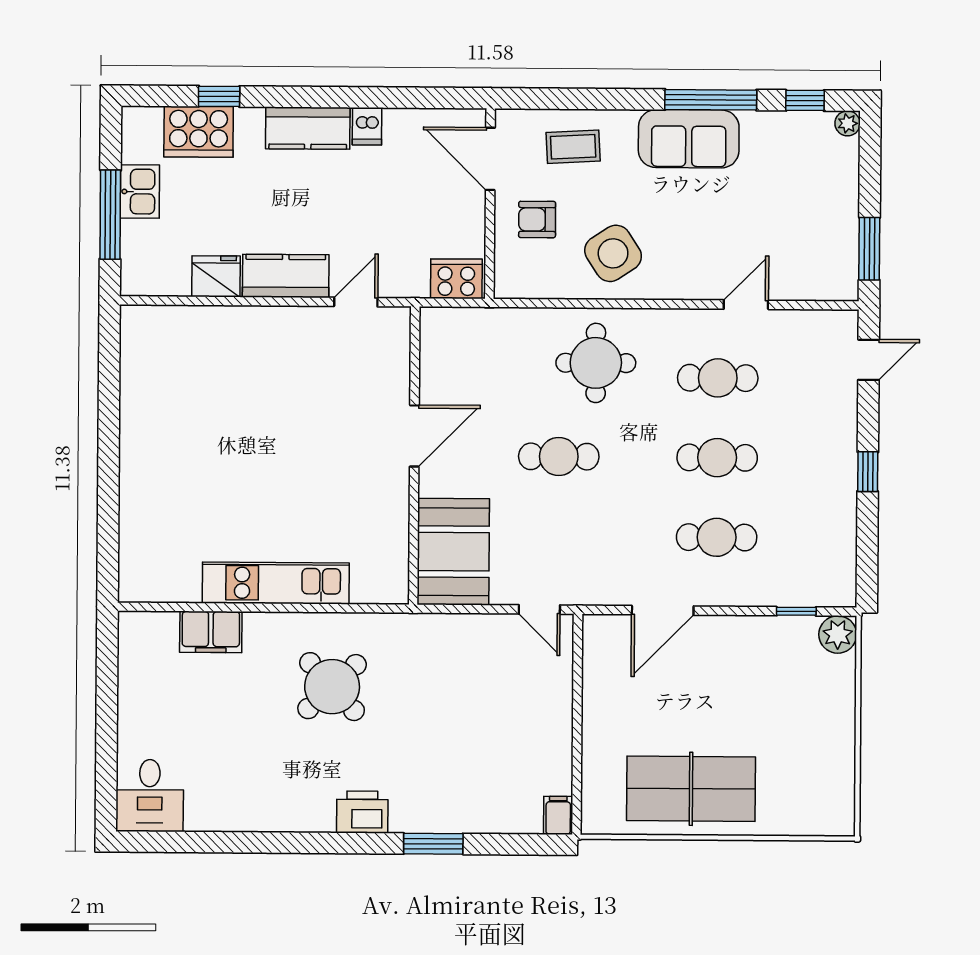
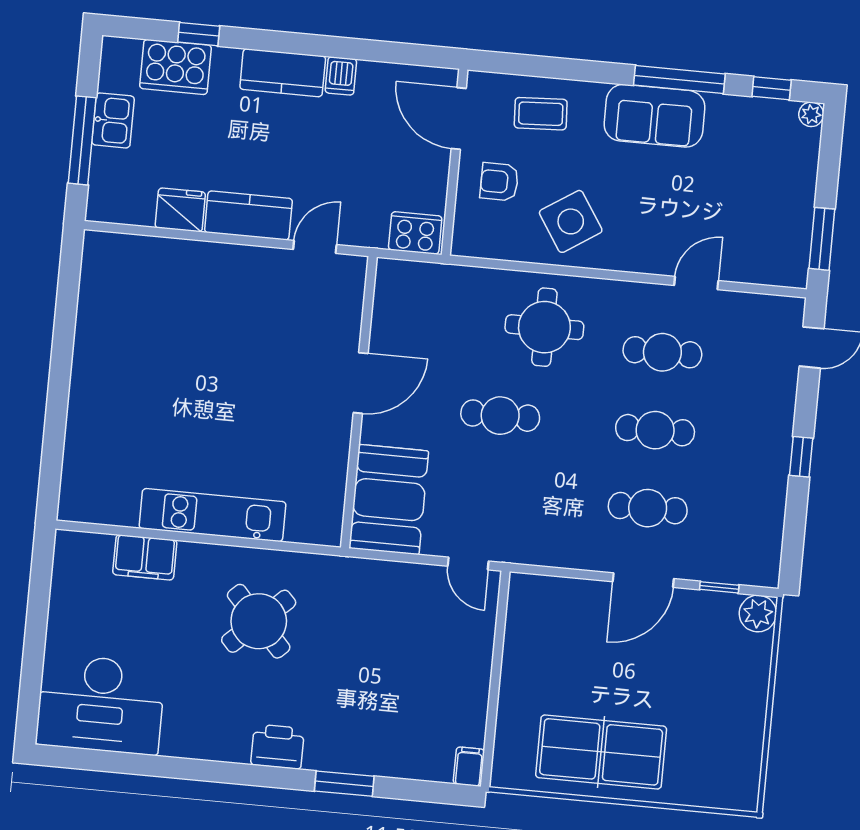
door: (663, 610) -> (643, 580), moved
desk: (150, 796) -> (101, 704), width x1.87, depth x1.30

